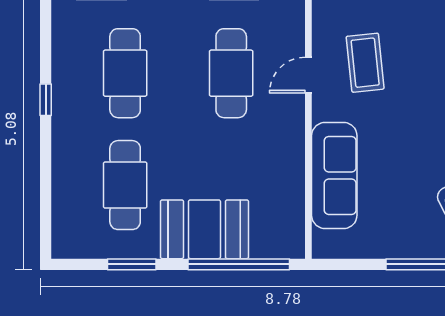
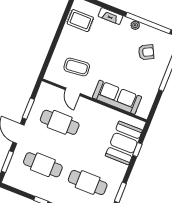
booth: (204, 229) -> (124, 143), moved
window: (239, 264) -> (137, 150), width x0.32

